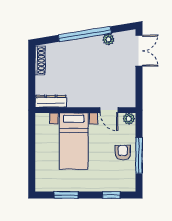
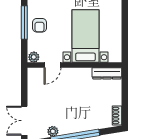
shoe rack: (40, 61) -> (117, 116), width x0.70
door: (109, 110) -> (52, 65), swing flipped

